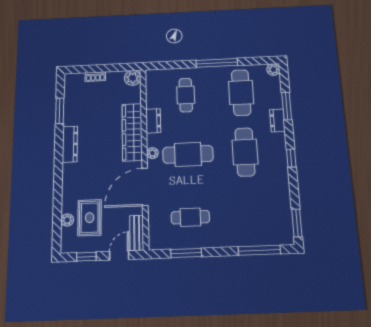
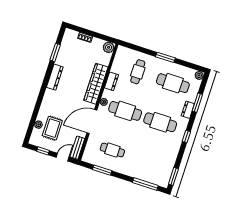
window: (217, 63) -> (165, 57), width x0.69
cafe table: (241, 93) -> (173, 83), turned 90
cafe table: (245, 152) -> (160, 122), turned 90

